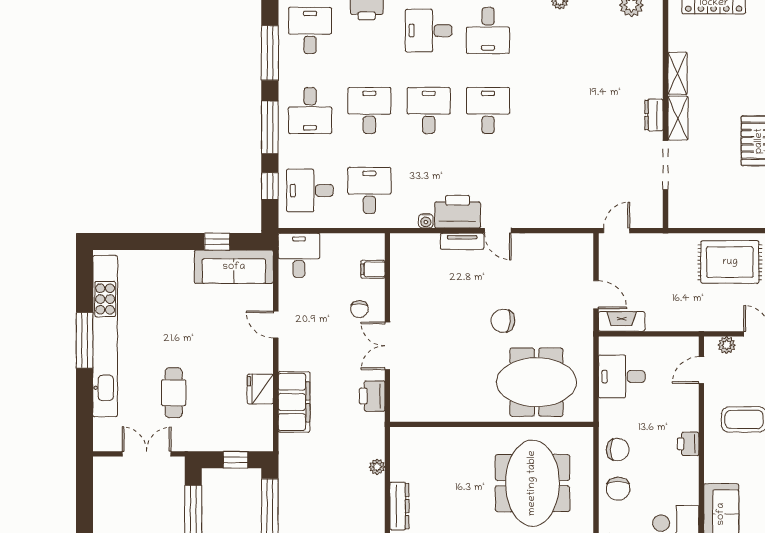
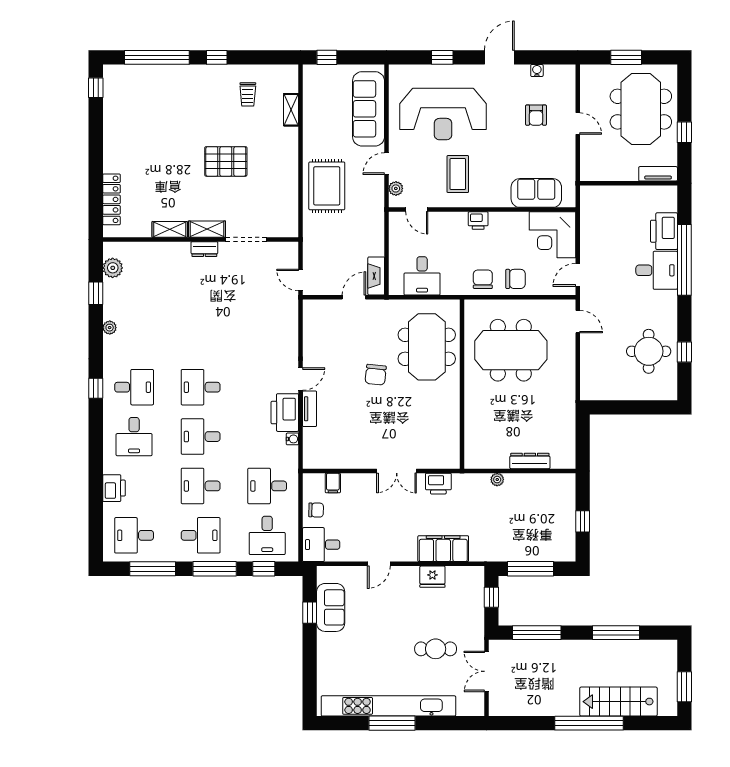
sofa: (234, 267) -> (331, 607), width x0.73
chair: (359, 309) -> (316, 510), moved

